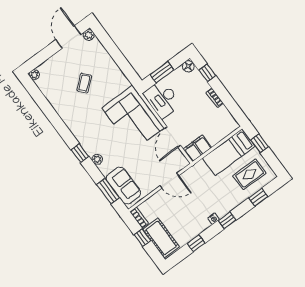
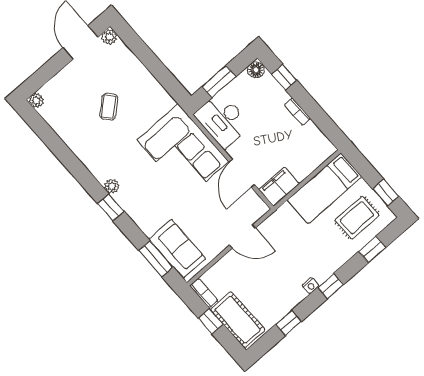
window: (260, 143) -> (386, 193), moved
plant: (97, 159) -> (112, 186), moved

